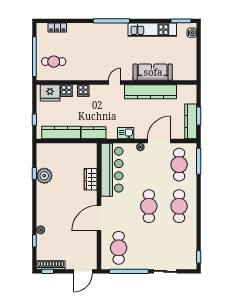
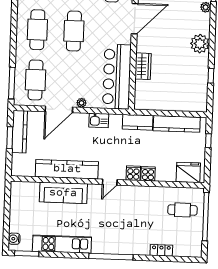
locker: (57, 27) -> (161, 250), moved
cooker: (66, 91) -> (133, 173), moved
plant: (44, 176) -> (200, 44), moved

